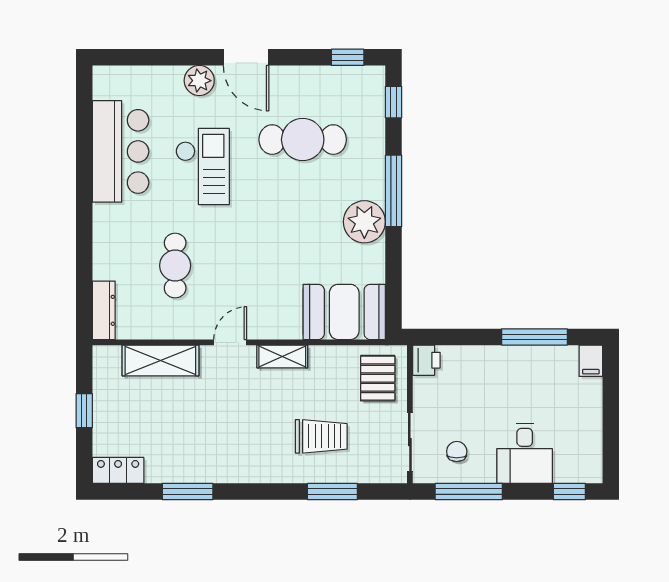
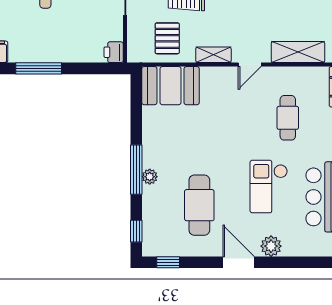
cafe table: (303, 140) -> (199, 205), turned 90
plant: (364, 222) -> (150, 177), moved, width x0.53, depth x0.53
pallet: (378, 378) -> (167, 38), moved

